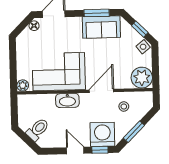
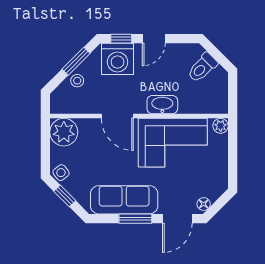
window: (97, 13) -> (135, 219), moved
sofa: (101, 27) -> (124, 200), width x1.36
door: (101, 91) -> (117, 116), hinge flipped
stool: (124, 107) -> (77, 81), moved
door: (75, 150) -> (154, 39), hinge flipped

